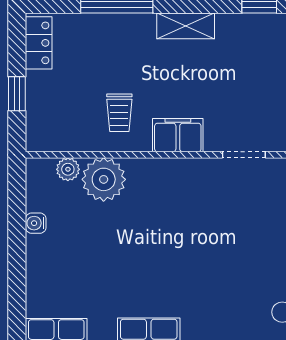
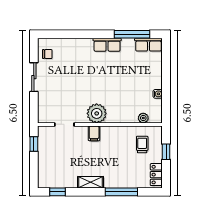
trolley: (119, 113) -> (142, 144), moved
filing cabinet: (178, 135) -> (94, 133), width x0.50
plant: (104, 179) -> (97, 113), moved

